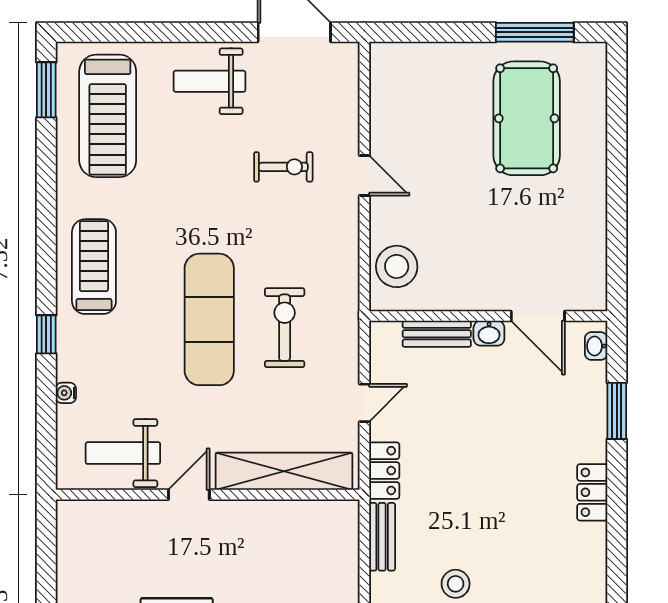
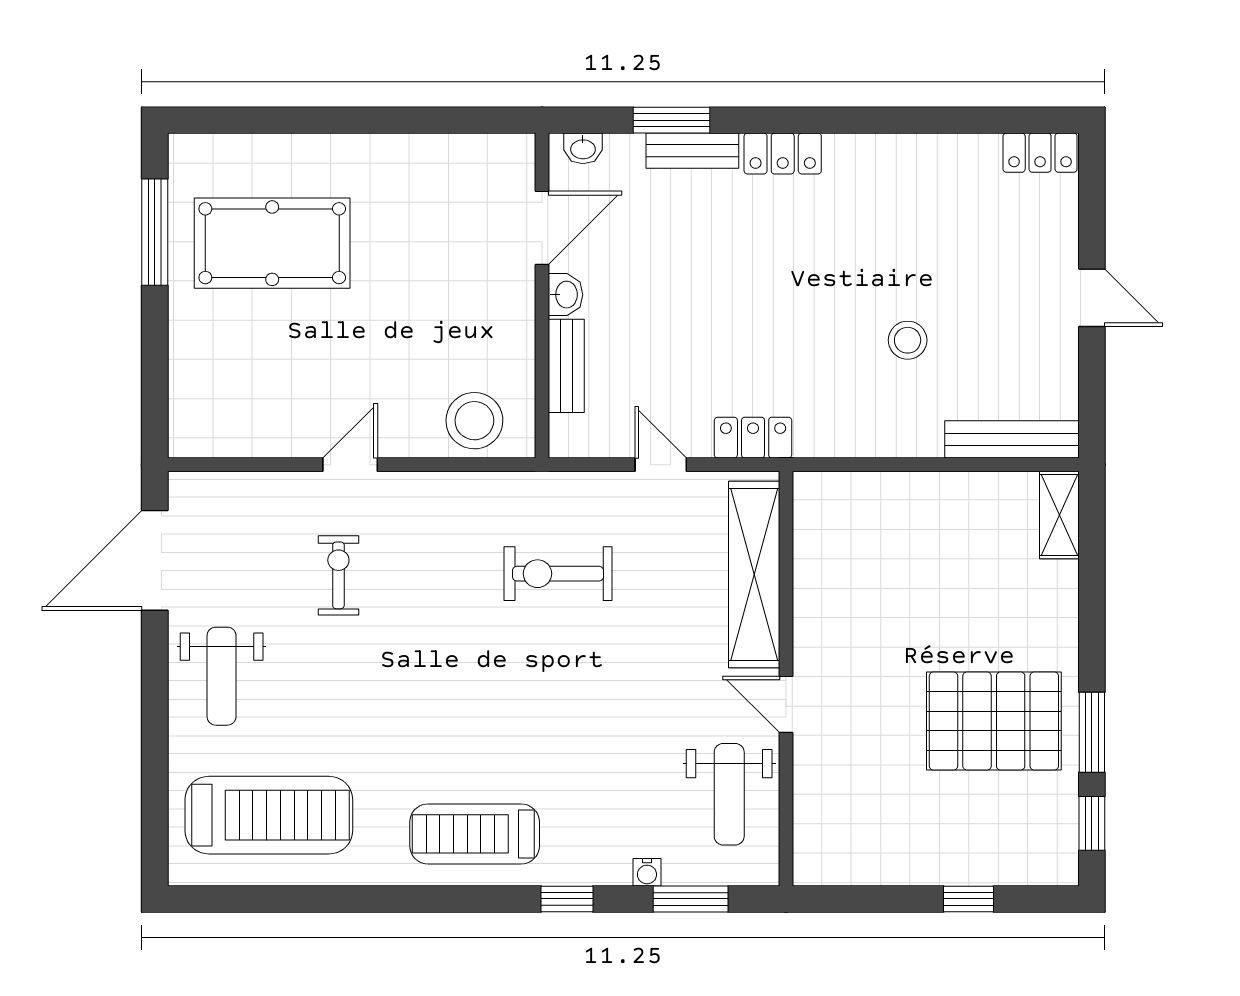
window: (46, 90) -> (691, 899), moved
exercise mat: (209, 319) -> (547, 677), removed
bench: (382, 537) -> (692, 151), moved

